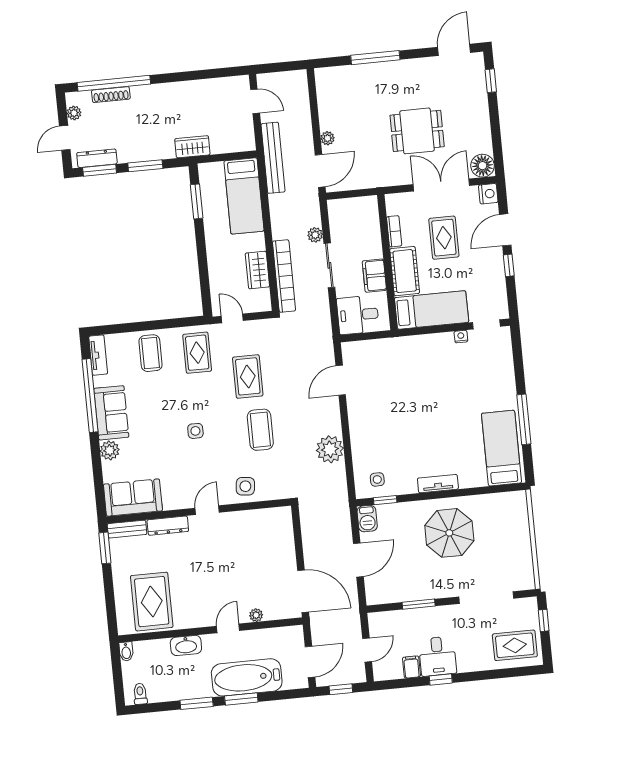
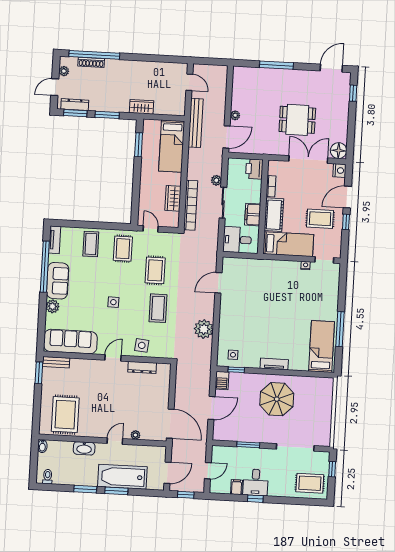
printer: (367, 210) -> (254, 169), added
rug: (444, 238) -> (320, 219), moved, turned 90
sofa: (133, 498) -> (70, 342), width x1.36
dresser: (168, 526) -> (142, 367), moved

